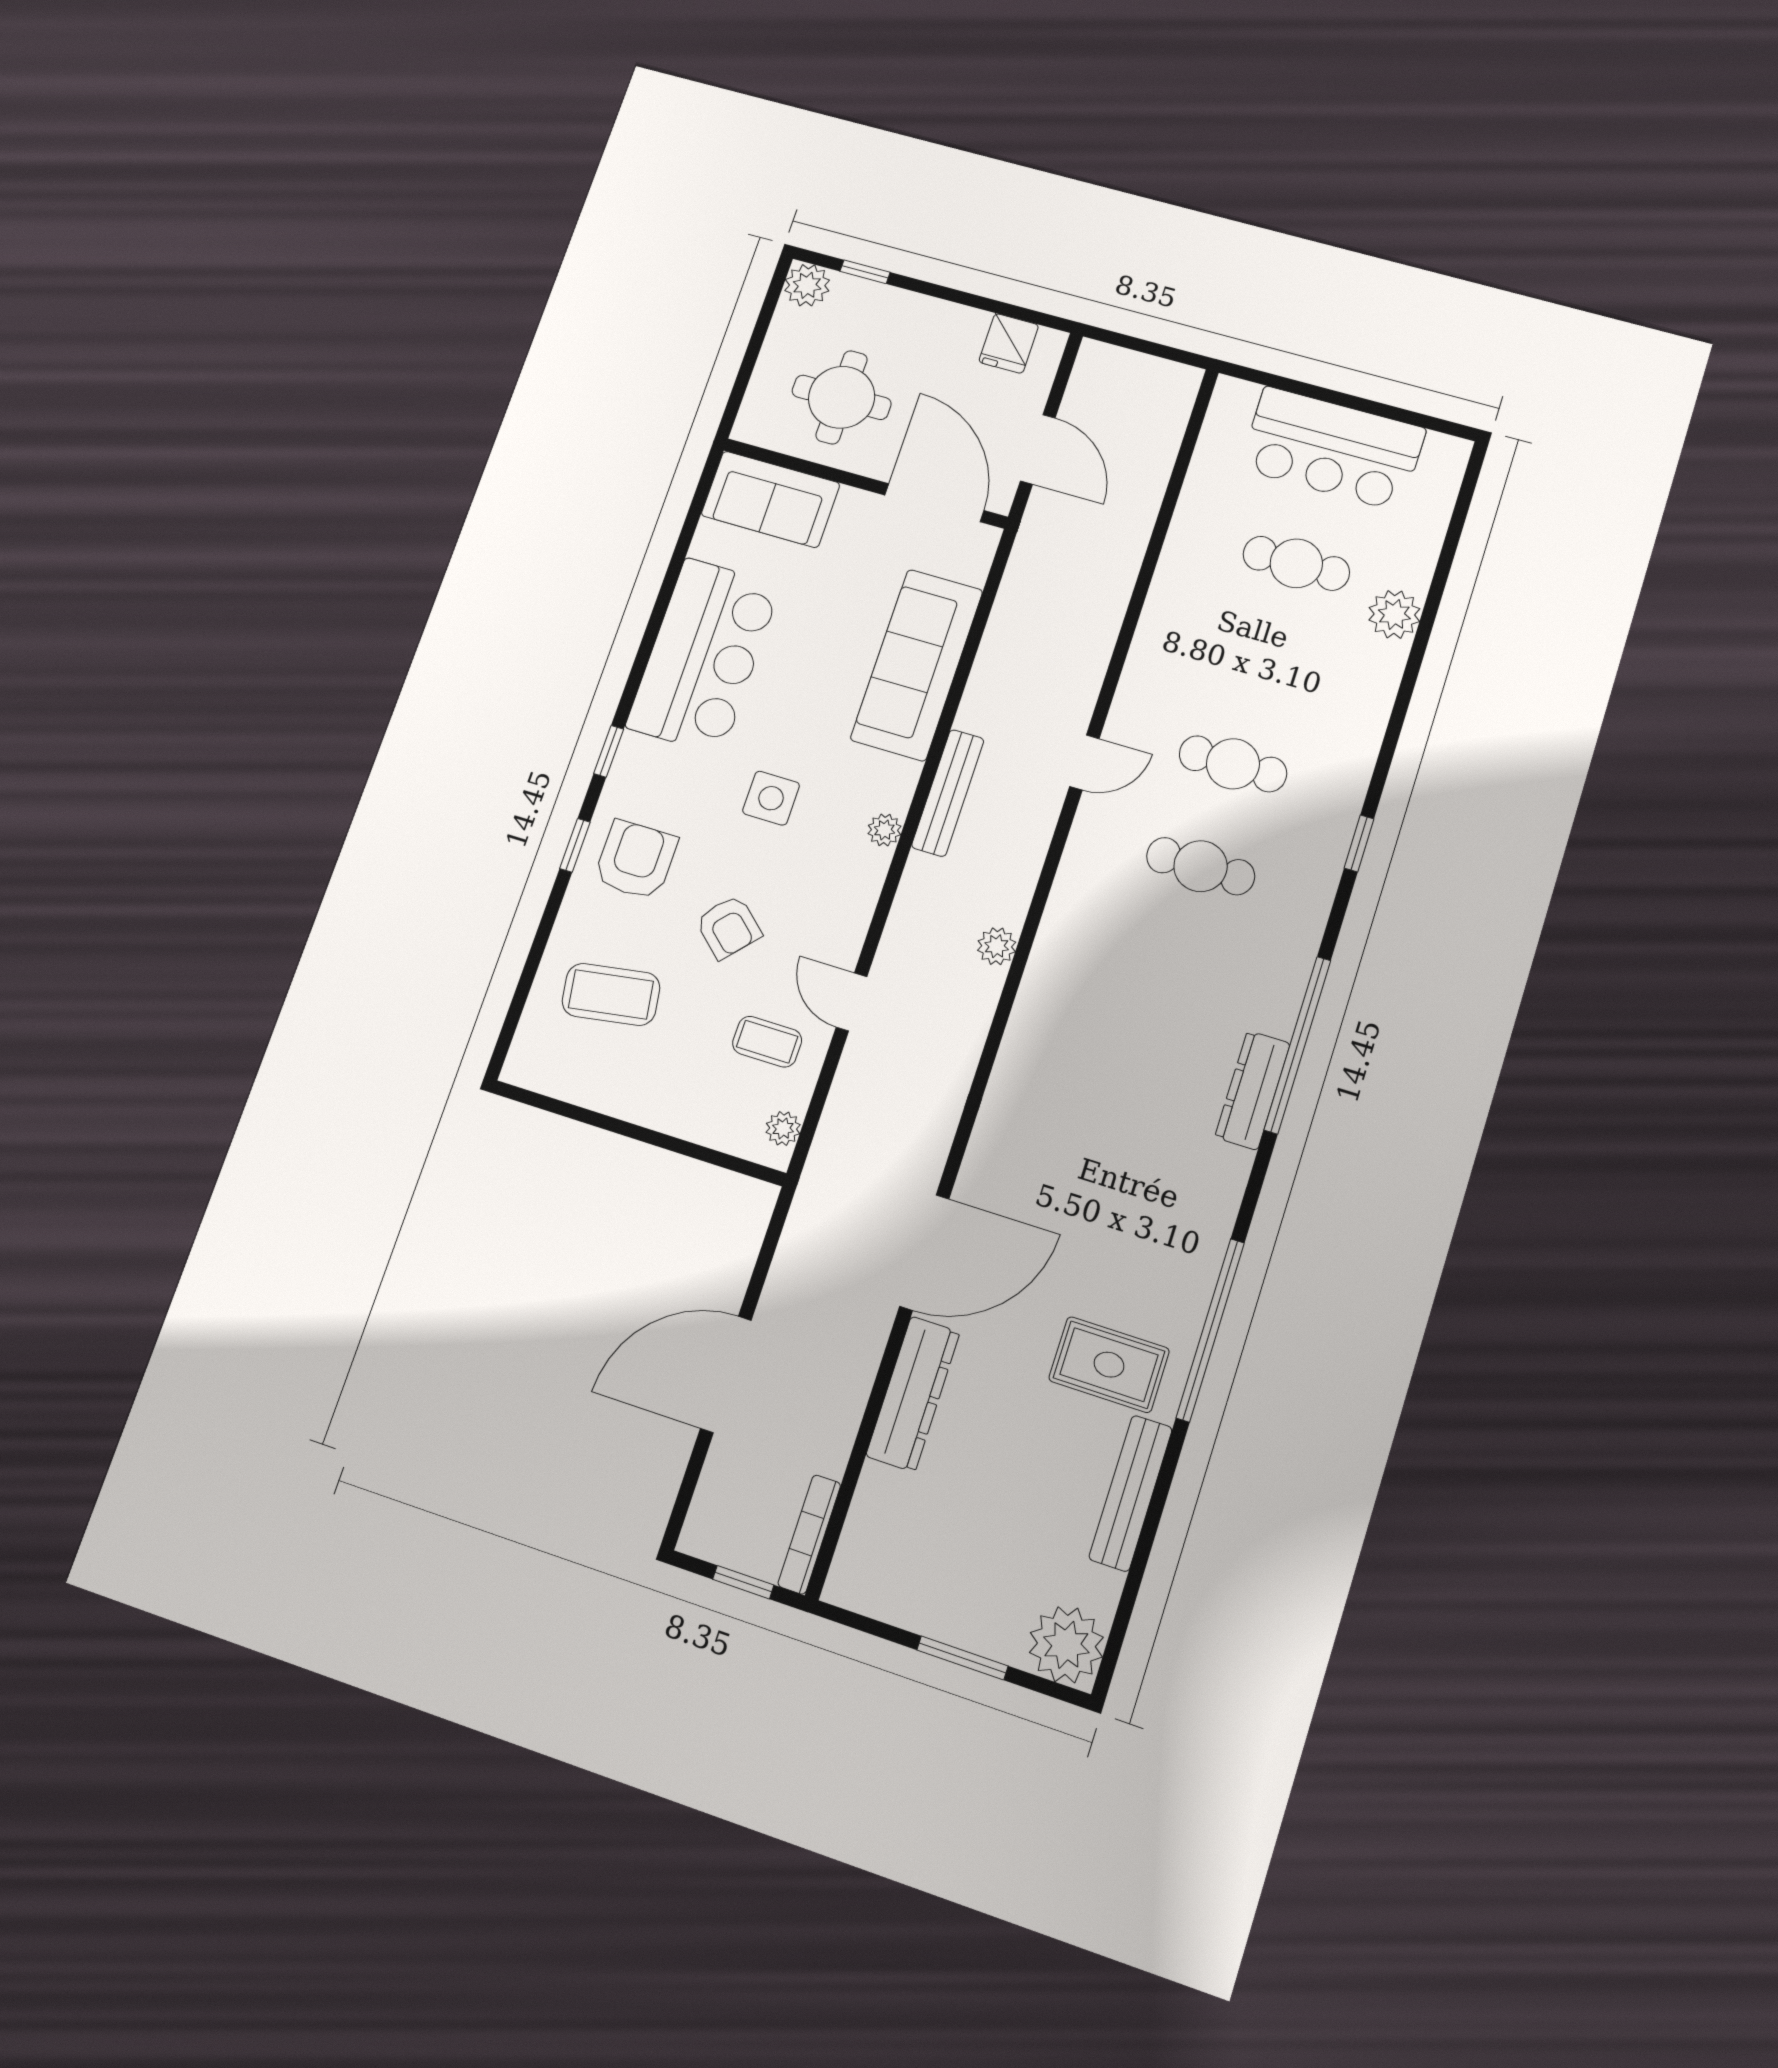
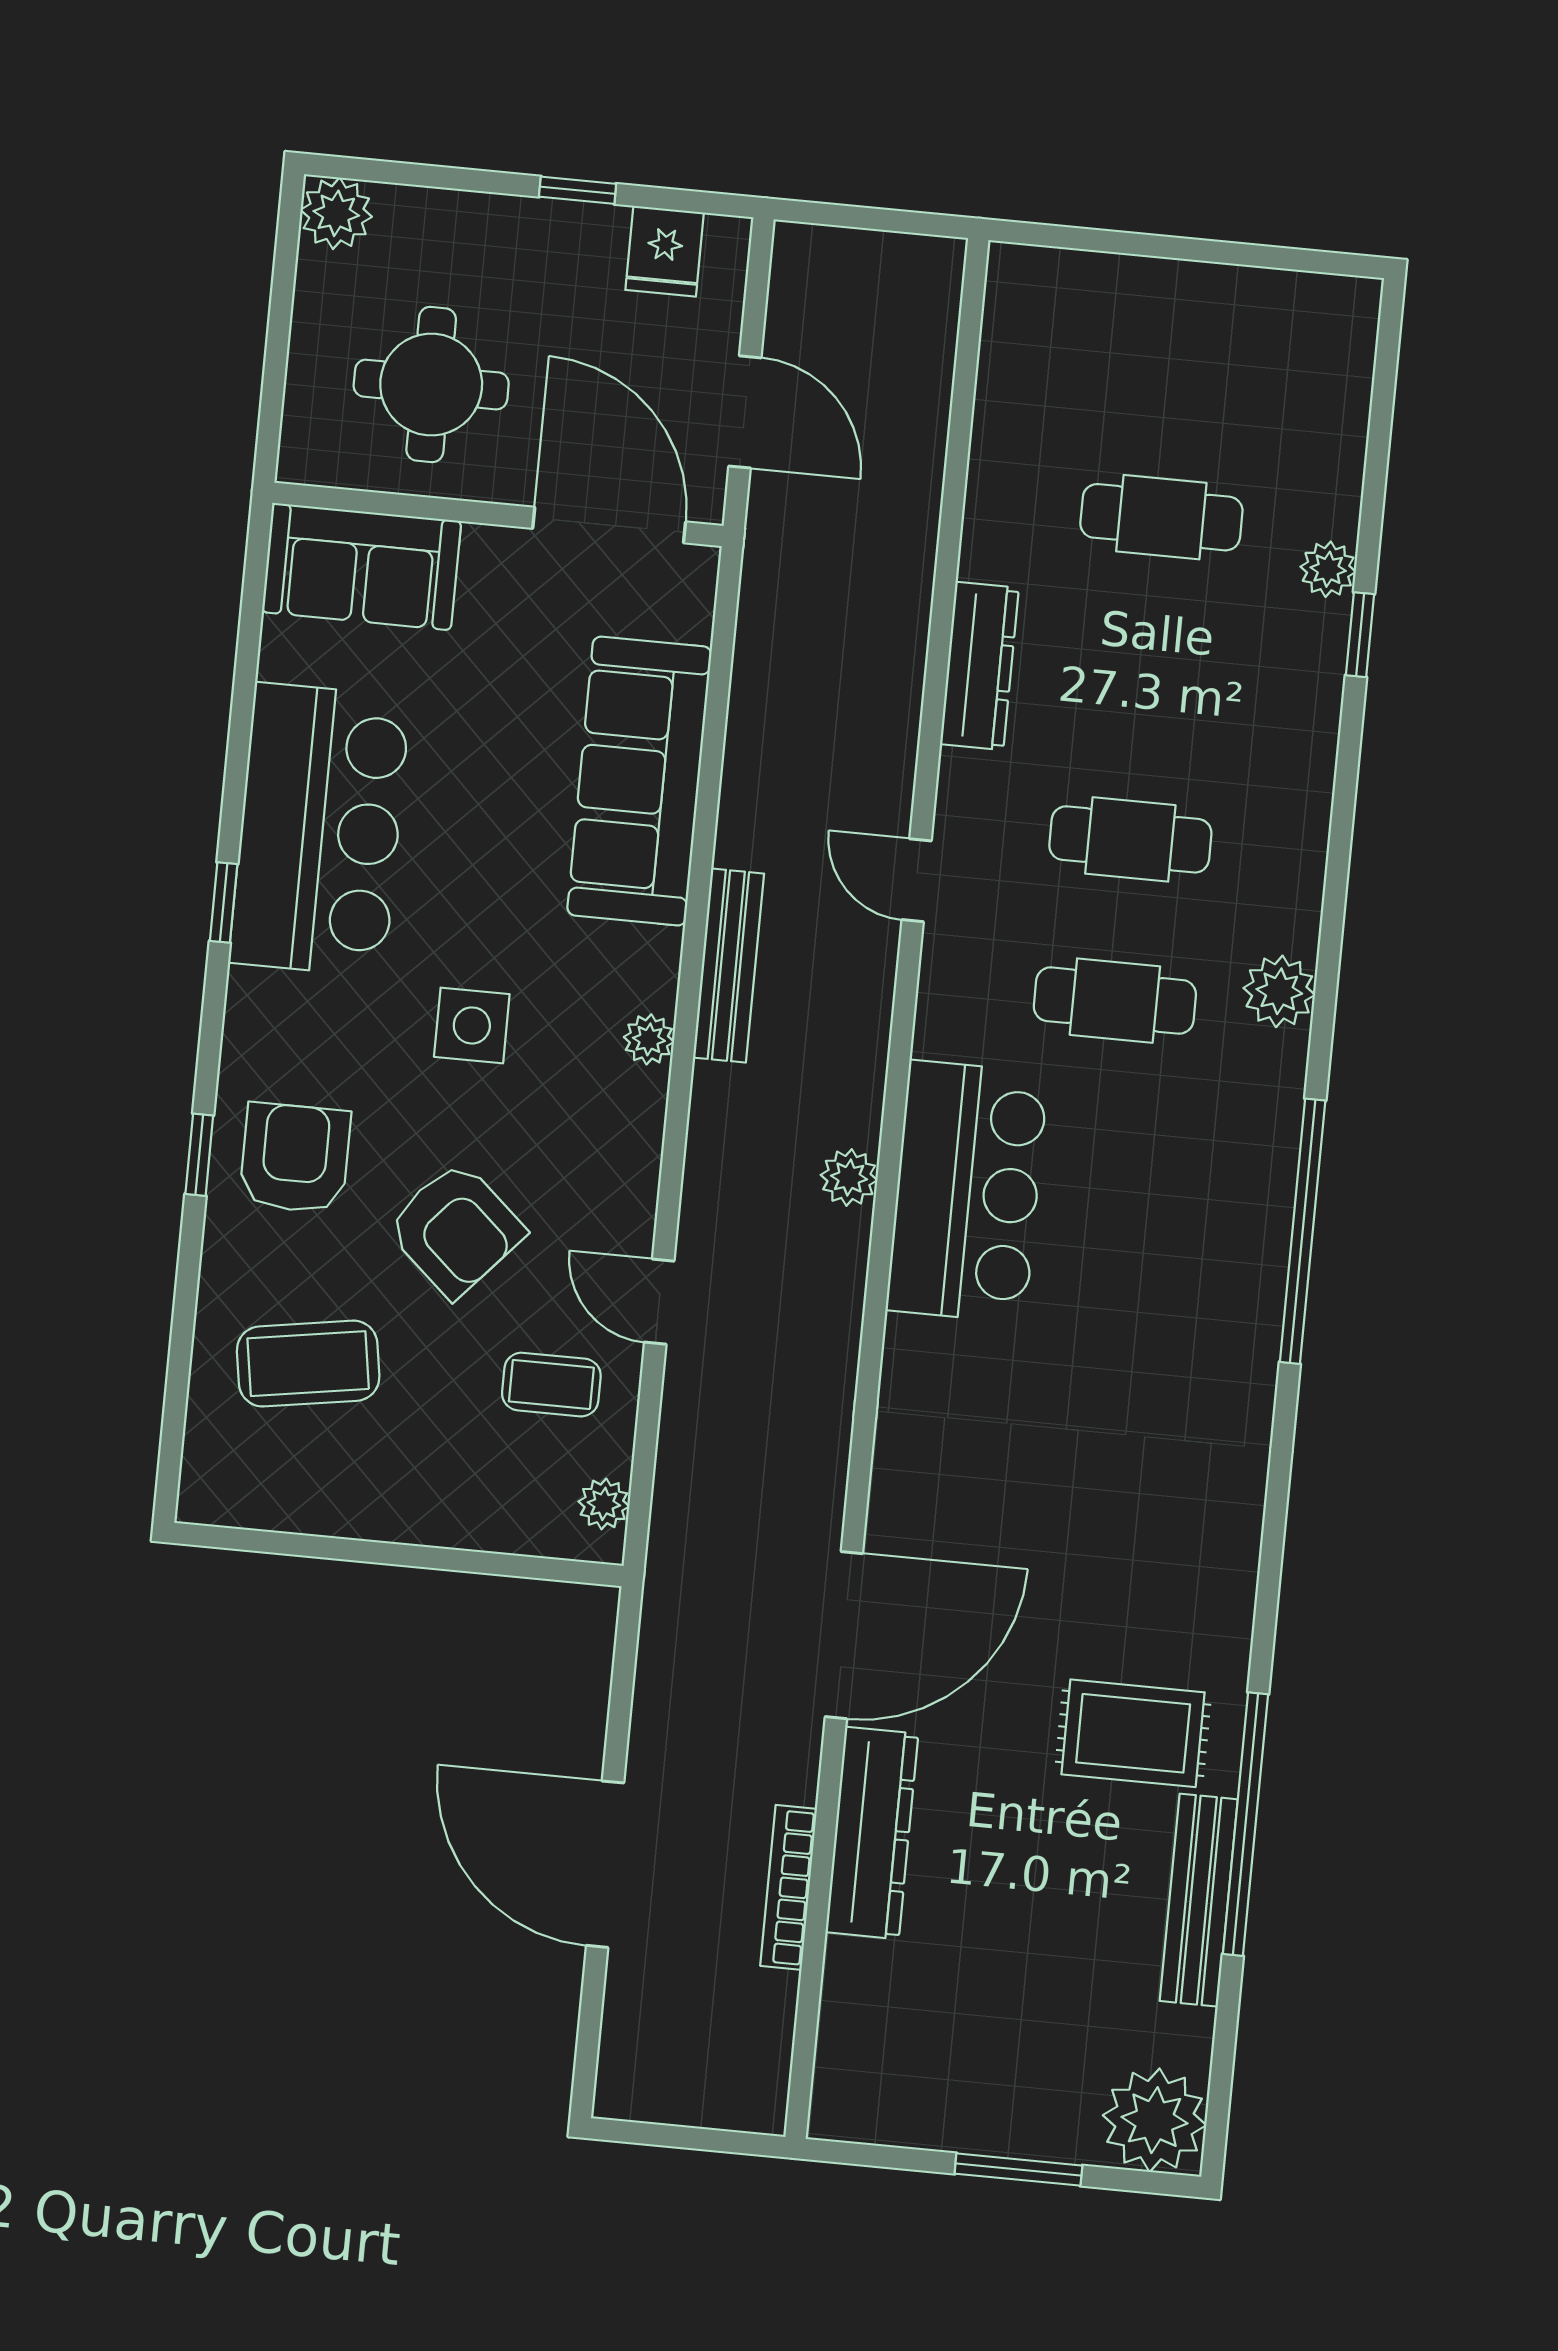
window: (865, 272) -> (578, 190), moved
bar counter: (1332, 449) -> (967, 1191), moved, turned -90
plant: (1394, 614) -> (1328, 569), width x0.73, depth x0.73
window: (609, 751) -> (224, 902), moved
door: (1084, 763) -> (917, 880), swing flipped
window: (1359, 843) -> (1360, 635), moved
plant: (1314, 882) -> (1279, 991), added
armchair: (729, 927) -> (456, 1229), width x1.38, depth x1.38
dresser: (1253, 1090) -> (979, 666), moved, turned 180
window: (1210, 1330) -> (1246, 1824), moved
door: (726, 1374) -> (605, 1864), hinge flipped
bookcase: (809, 1534) -> (789, 1887), moved
window: (743, 1582) -> (697, 2139), removed

